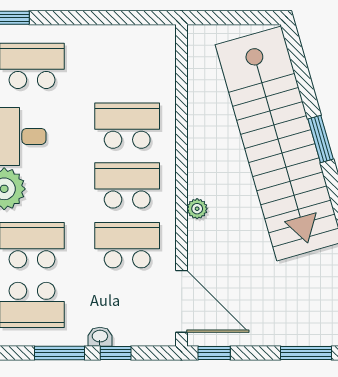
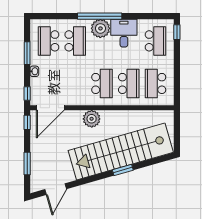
plant: (197, 209) -> (92, 119), width x1.88, depth x1.88
school desk: (127, 245) -> (155, 83), moved, turned 180
window: (116, 353) -> (27, 94), moved

